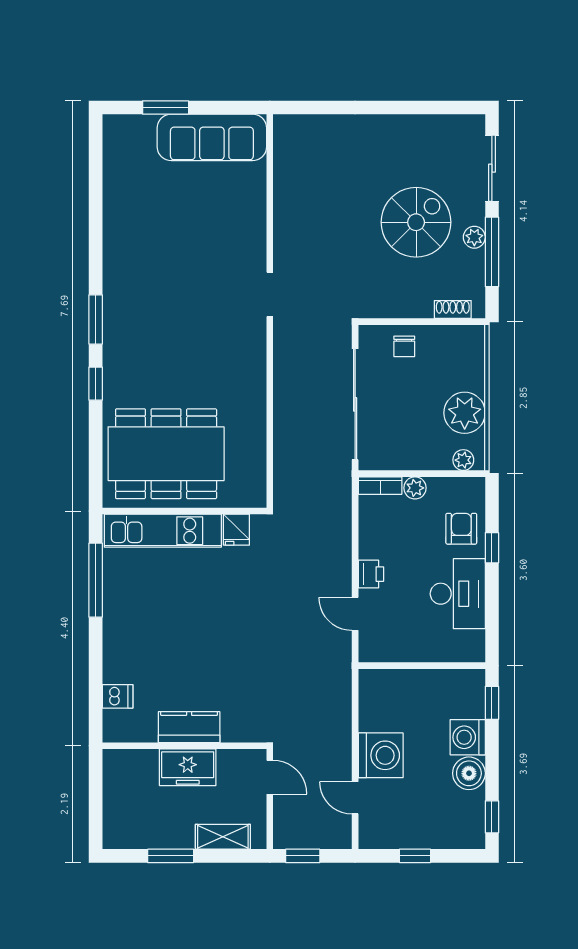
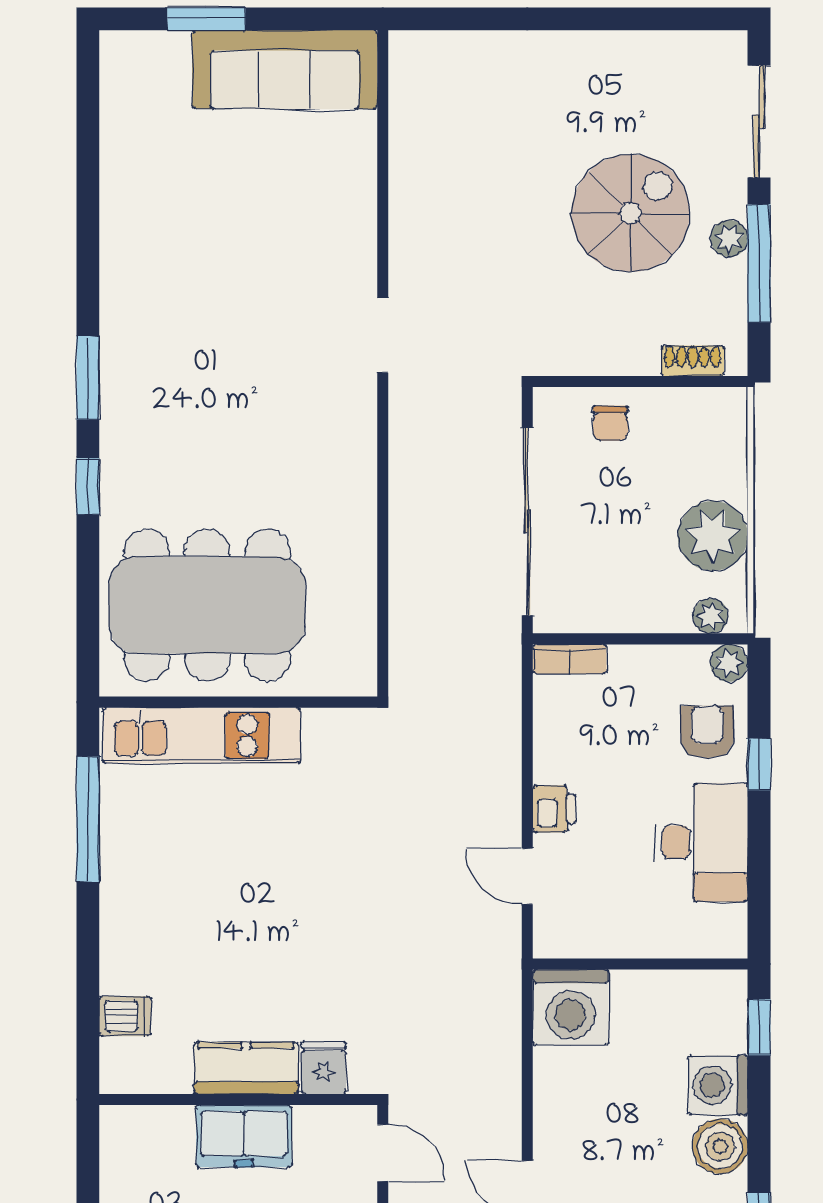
plant: (415, 488) -> (729, 663), moved
fridge: (236, 530) -> (324, 1068), moved, turned 180
washing machine: (381, 755) -> (571, 1007), moved, turned 90

